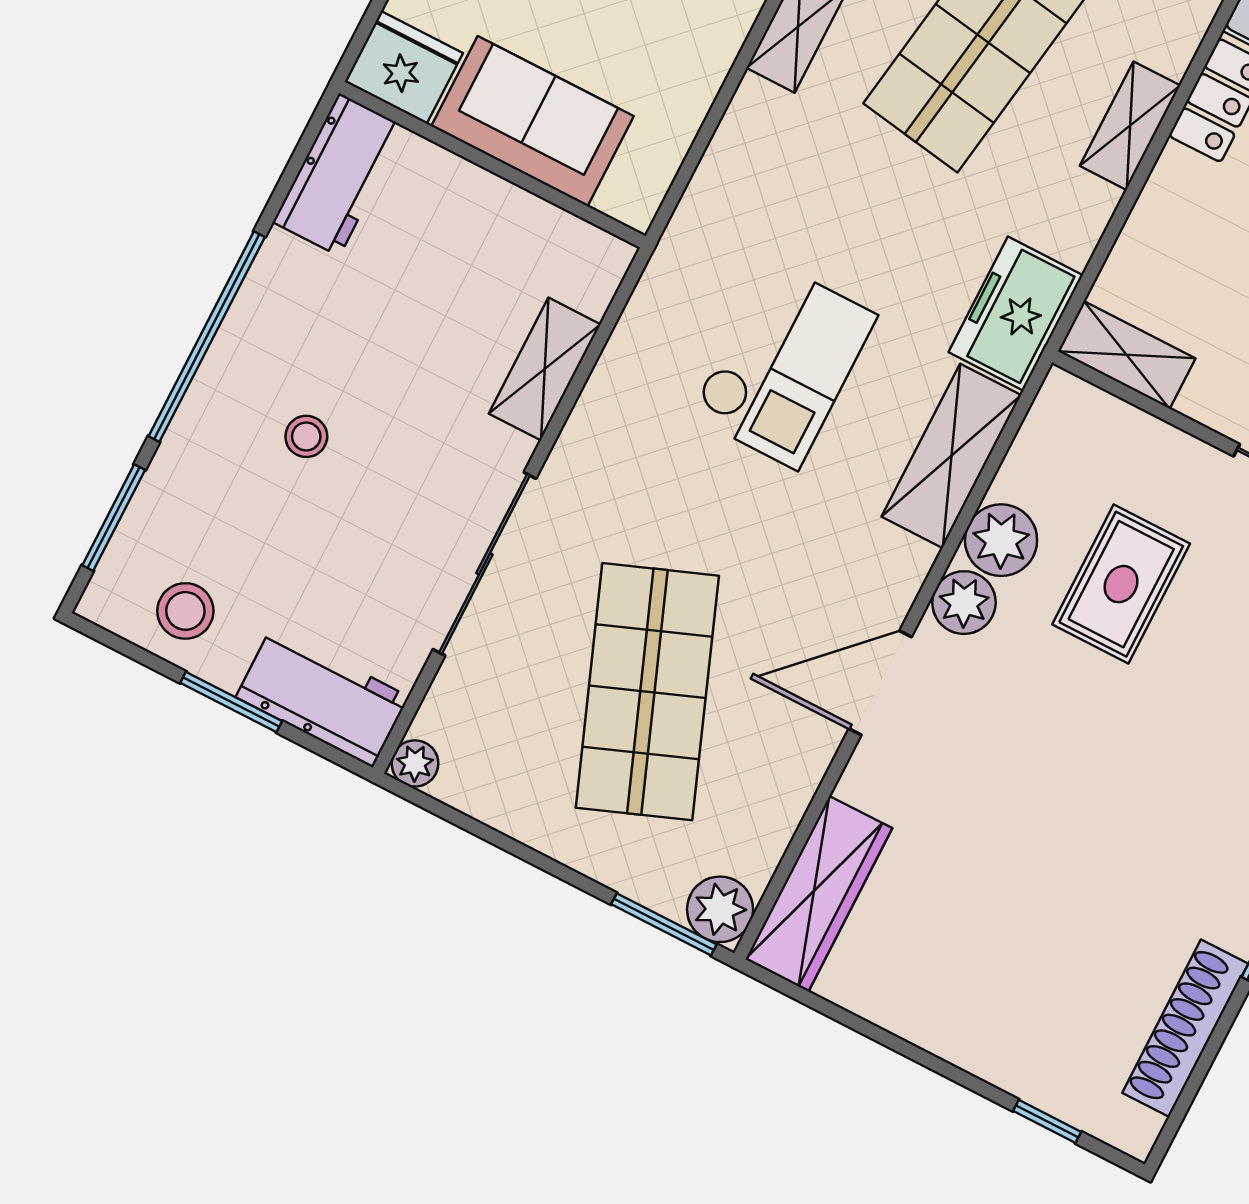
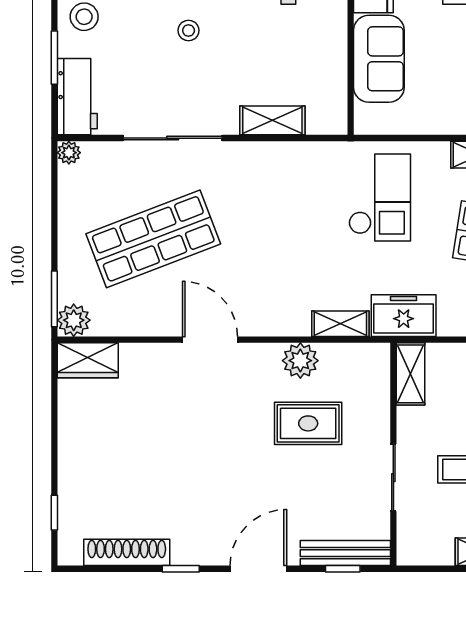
checkout: (783, 365) -> (380, 197), moved, turned -90
shelving: (951, 456) -> (340, 324), width x0.67, depth x0.75
plant: (964, 603) -> (264, 358), removed
wardrobe: (819, 894) -> (88, 360), width x0.67

